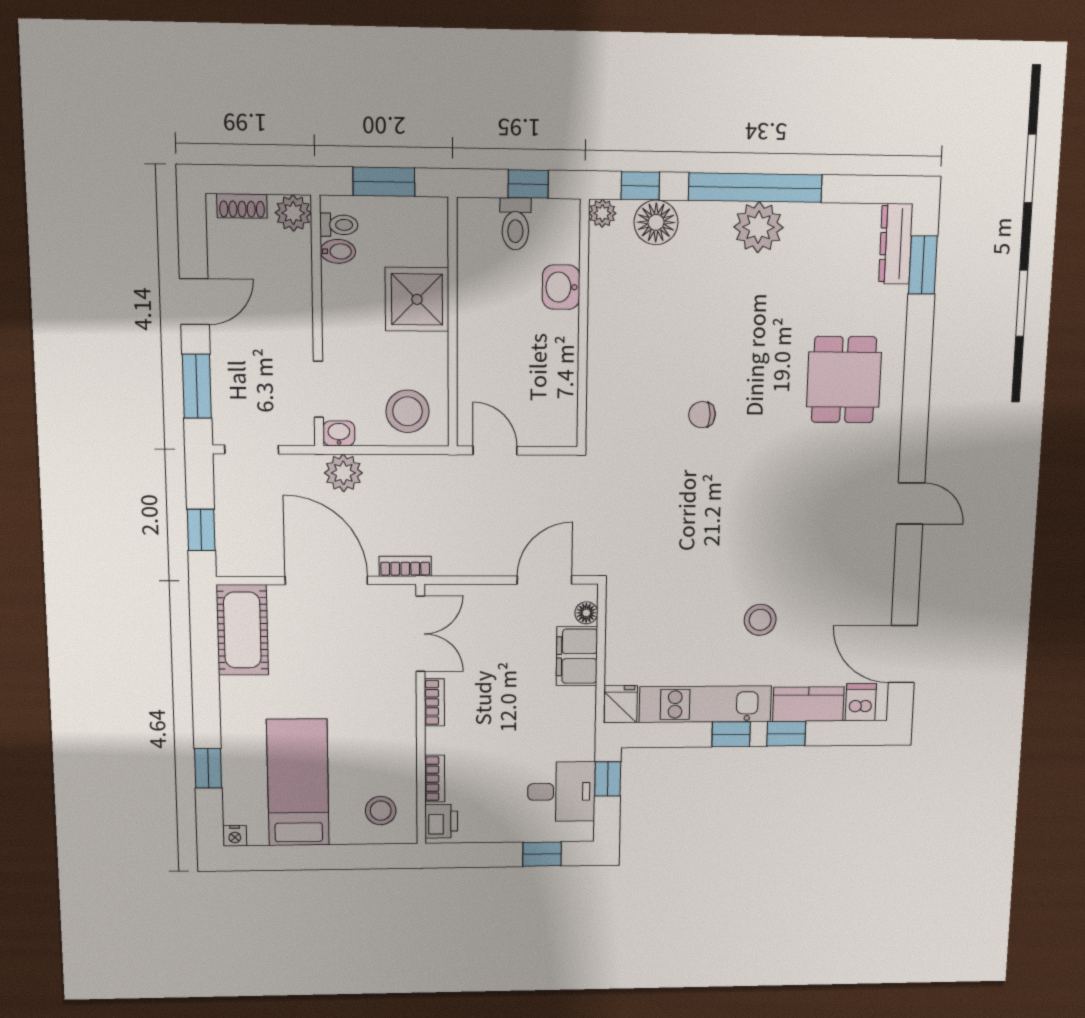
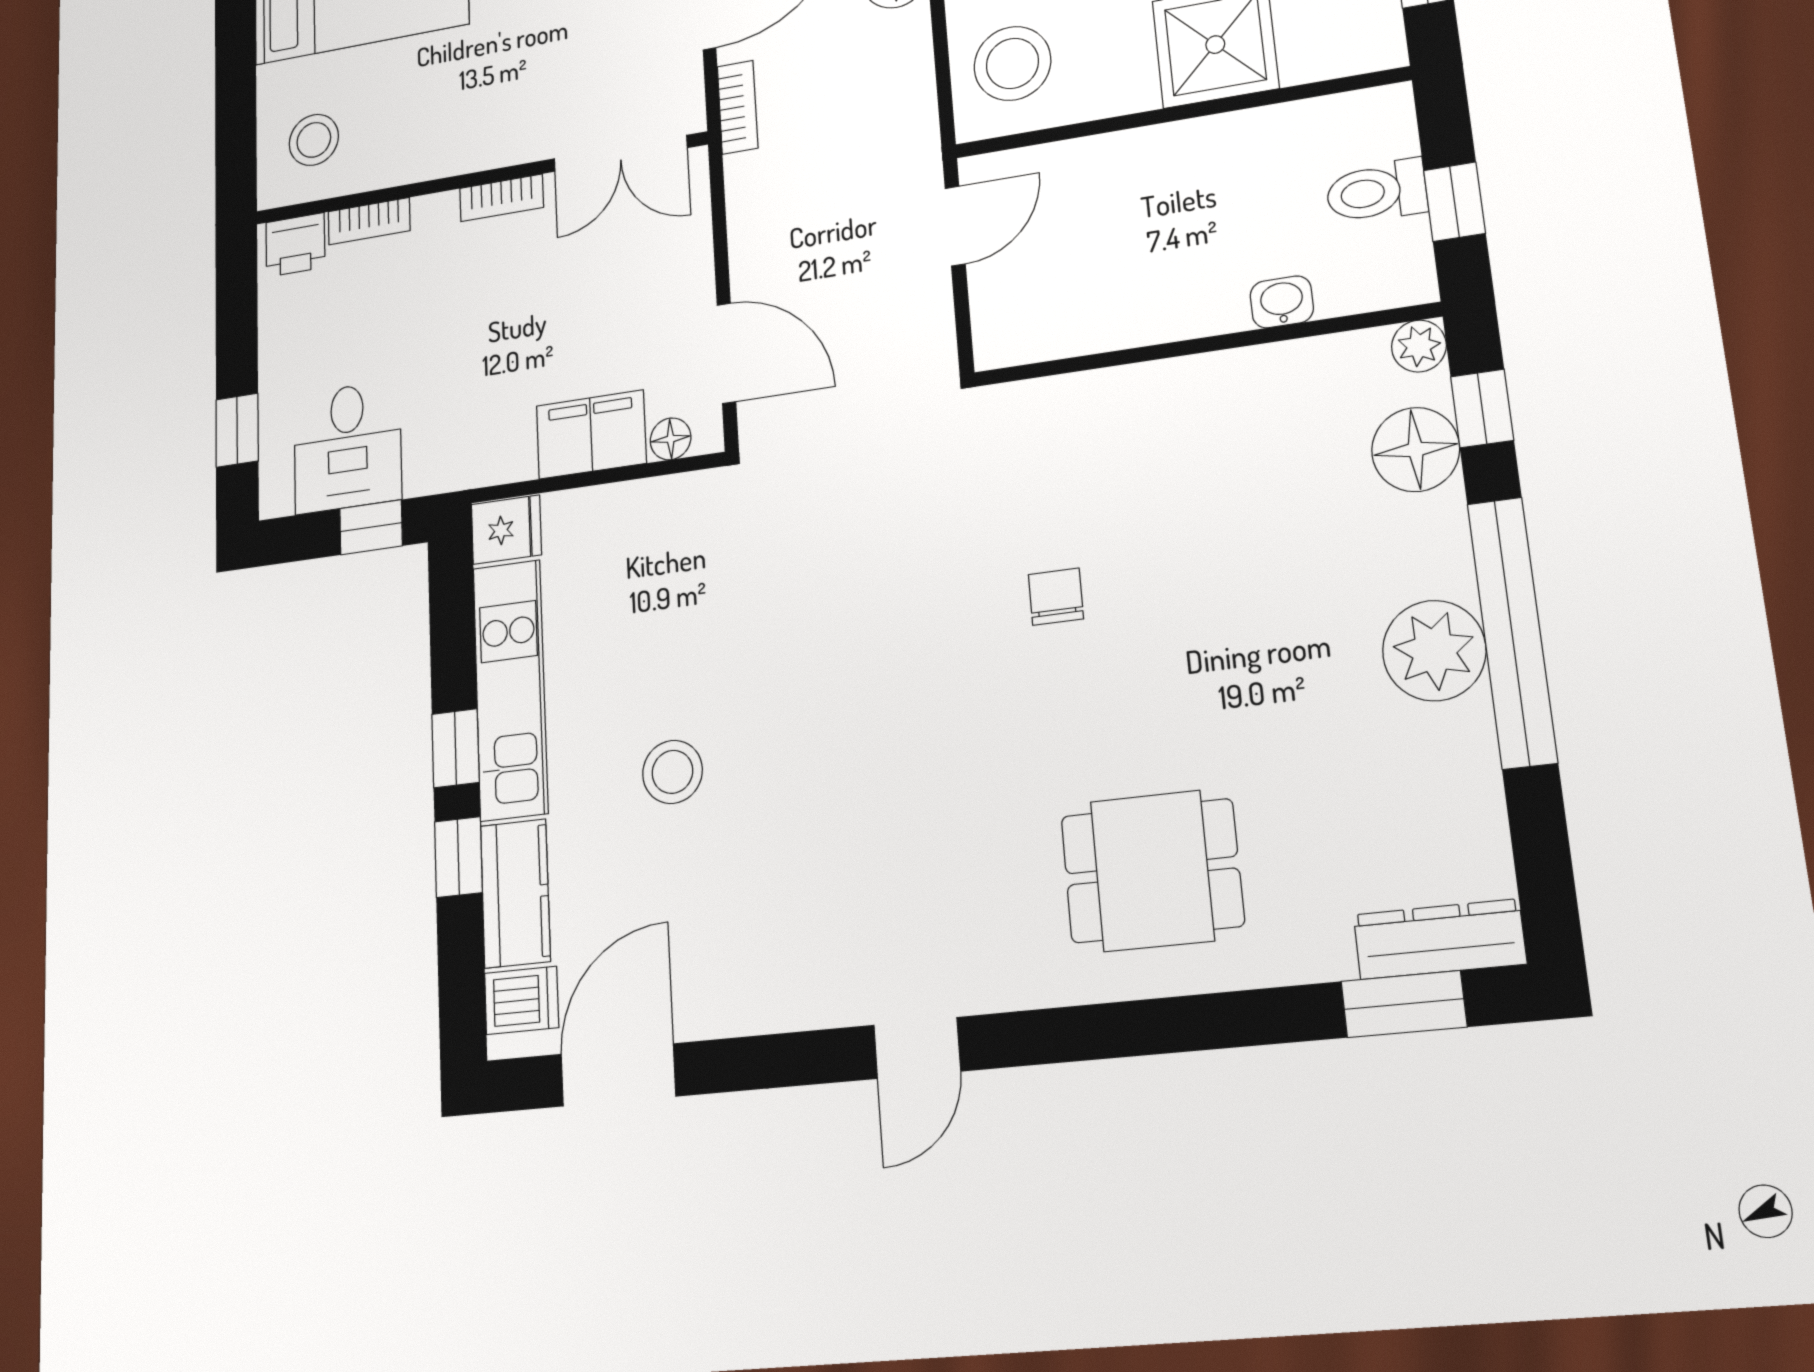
washbasin: (561, 287) -> (1282, 302), width x0.72, depth x0.69

